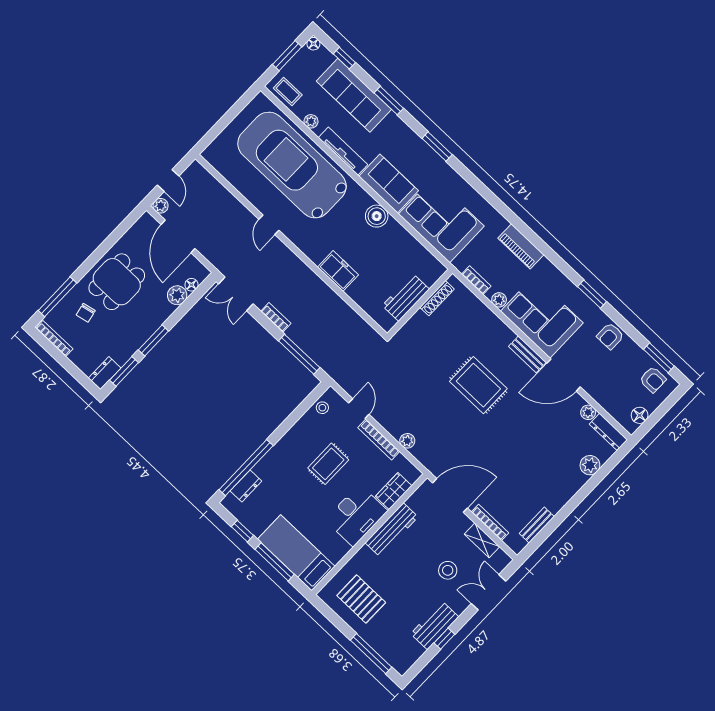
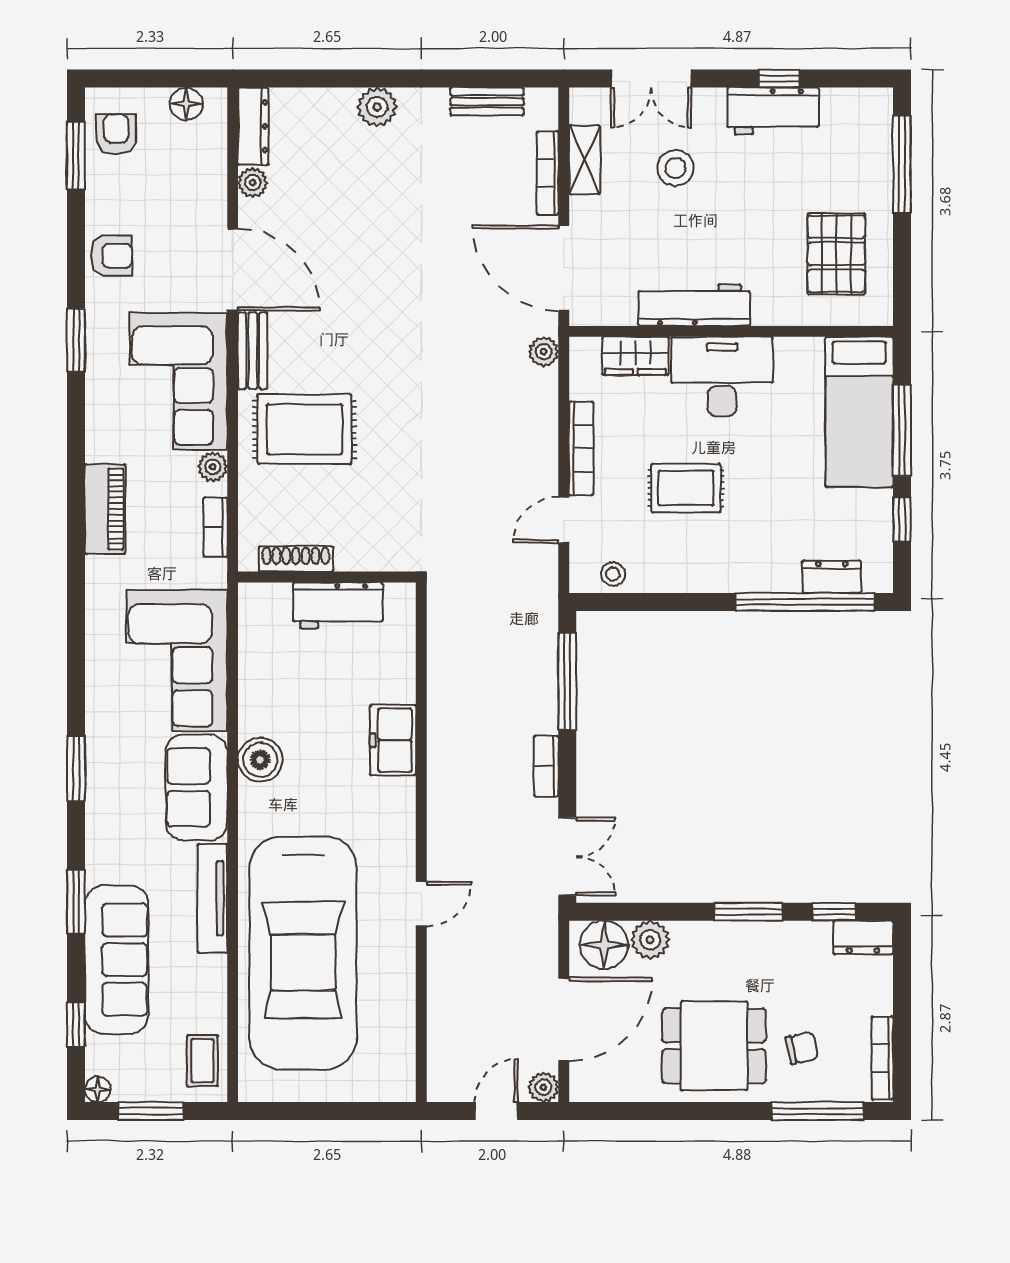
plant: (311, 121) -> (214, 986), removed
floor lamp: (191, 285) -> (604, 945), width x1.89, depth x1.89
window: (124, 371) -> (834, 912), width x0.67
rug: (478, 385) -> (304, 429), moved, turned 90
plant: (407, 441) -> (544, 352), moved
plant: (590, 465) -> (377, 107), moved

